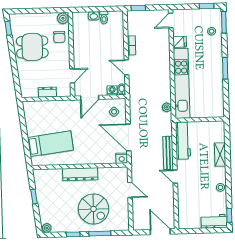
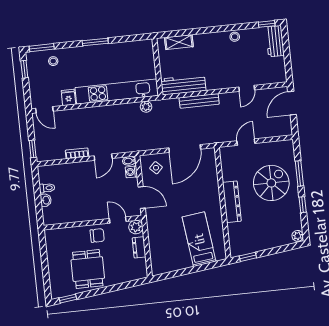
plant: (63, 18) -> (136, 227), moved
chair: (59, 37) -> (97, 235), moved
shelving: (220, 155) -> (179, 42), moved
nightstand: (122, 158) -> (209, 155), removed
door: (175, 177) -> (247, 88), moved
window: (34, 196) -> (248, 257), moved

